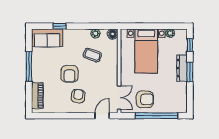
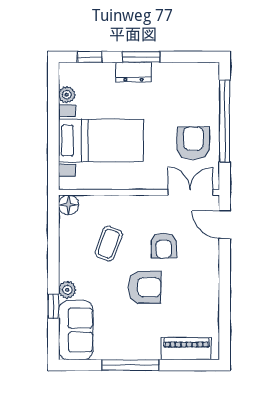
plant: (96, 33) -> (67, 290), moved
dresser: (182, 68) -> (134, 72), width x0.70
armchair: (78, 96) -> (164, 246), moved, turned -98

